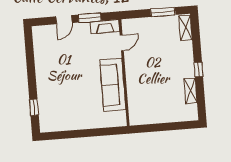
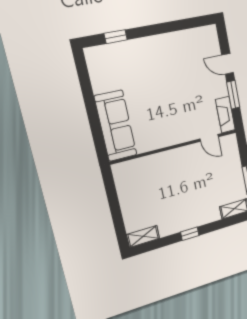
sofa: (113, 85) -> (116, 126), moved, turned 90
shelving: (190, 90) -> (143, 236), moved

